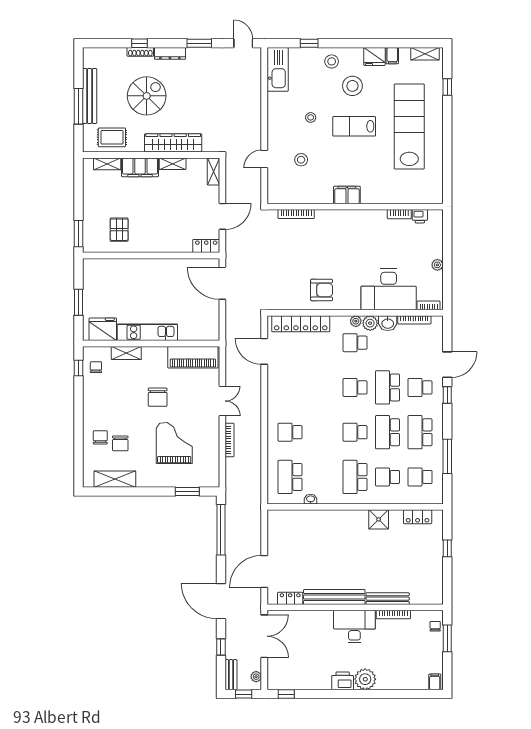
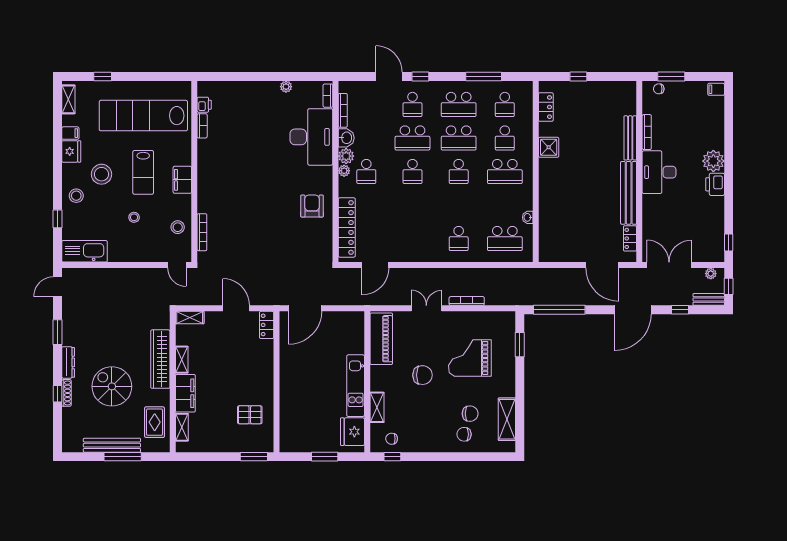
filing cabinet: (347, 195) -> (182, 180), moved
wall: (355, 207) -> (194, 171), moved
bookcase: (296, 214) -> (202, 232), moved
bookcase: (399, 214) -> (202, 126), moved
printer: (420, 216) -> (204, 105), moved

